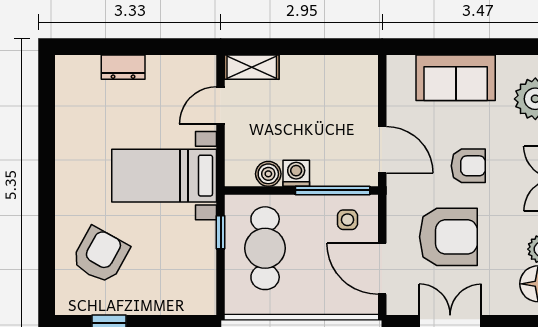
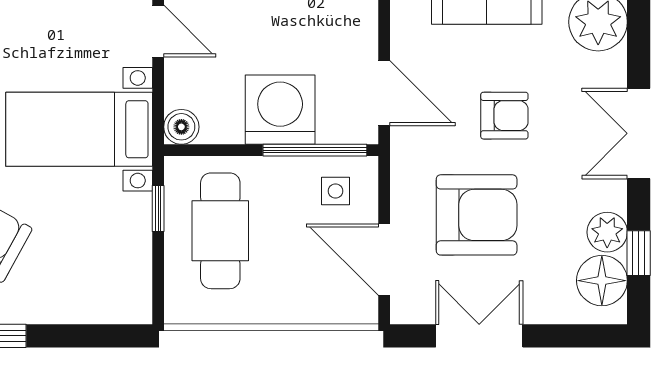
door: (221, 105) -> (158, 31), swing flipped
washing machine: (296, 173) -> (280, 110), width x1.89, depth x1.89
boiler: (268, 174) -> (181, 127), moved

